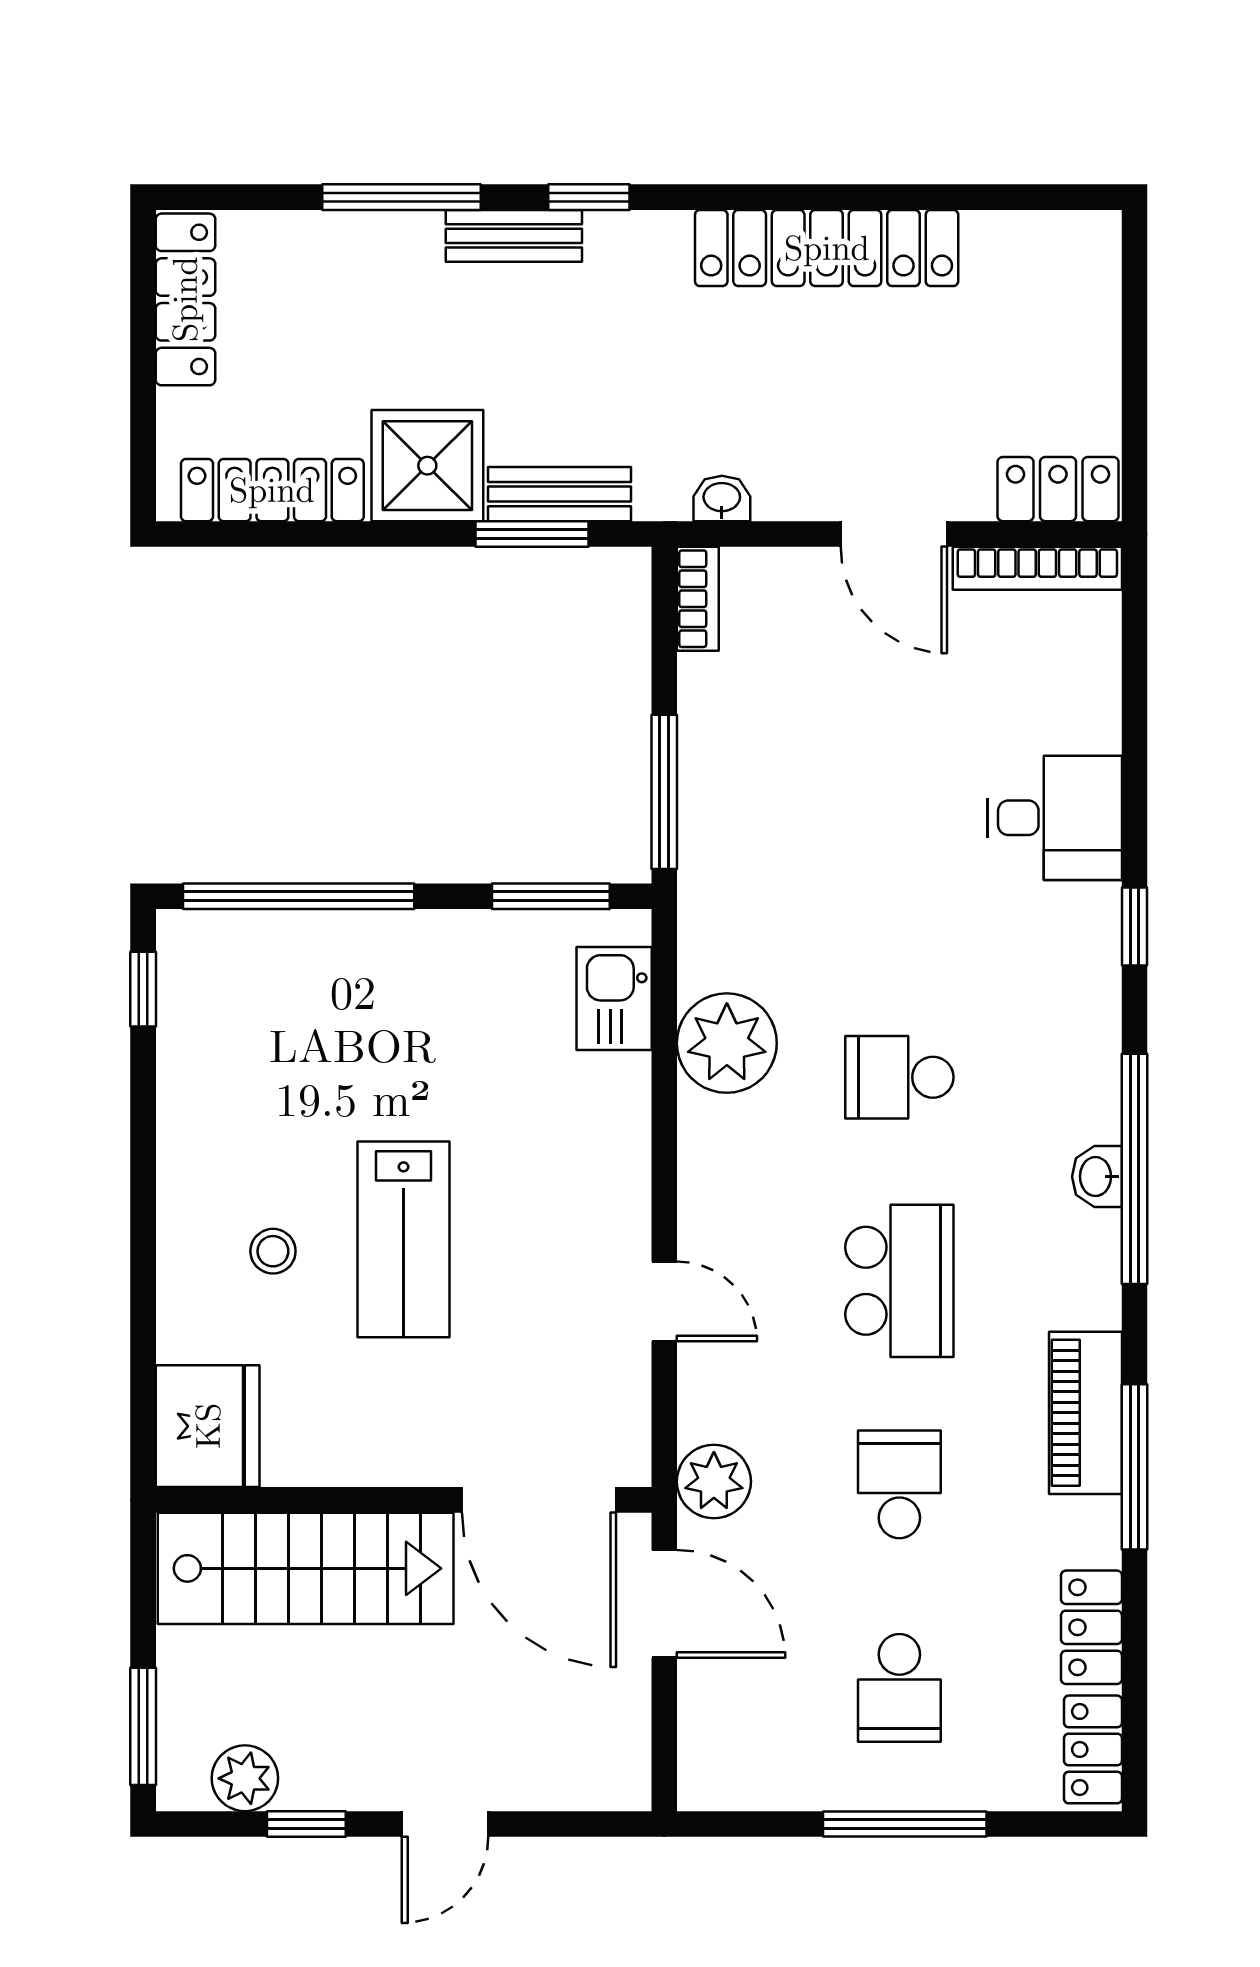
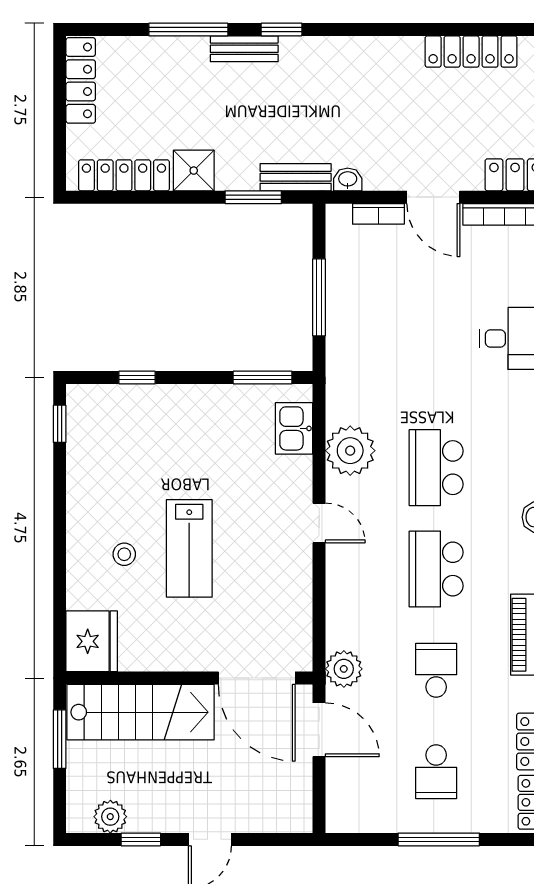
locker: (827, 248) -> (471, 52), moved, width x0.71, depth x0.83
shower: (427, 466) -> (194, 171), width x0.73, depth x0.73
bench: (559, 494) -> (296, 177), moved
bookcase: (698, 599) -> (378, 214), moved, turned 90
window: (664, 792) -> (319, 297), moved
window: (299, 896) -> (137, 378), width x0.32
school desk: (899, 1077) -> (436, 468), width x1.85
school desk: (899, 1281) -> (436, 569), turned 180
door: (664, 1301) -> (319, 523), moved
window: (143, 1726) -> (60, 739), moved

